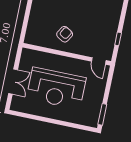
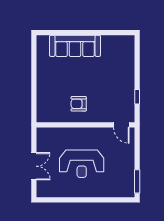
armchair: (65, 34) -> (79, 104), turned -121
reception desk: (56, 88) -> (82, 164), width x0.74, depth x0.77

